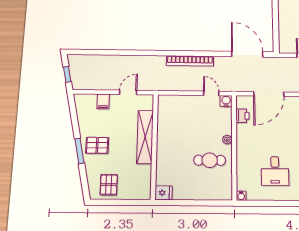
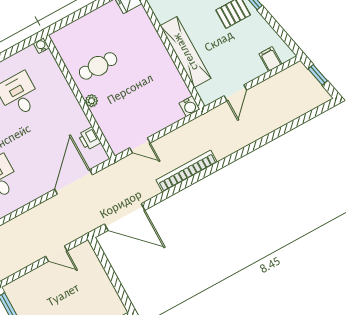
filing cabinet: (103, 101) -> (270, 59), moved
water cooler: (226, 101) -> (189, 106), moved

